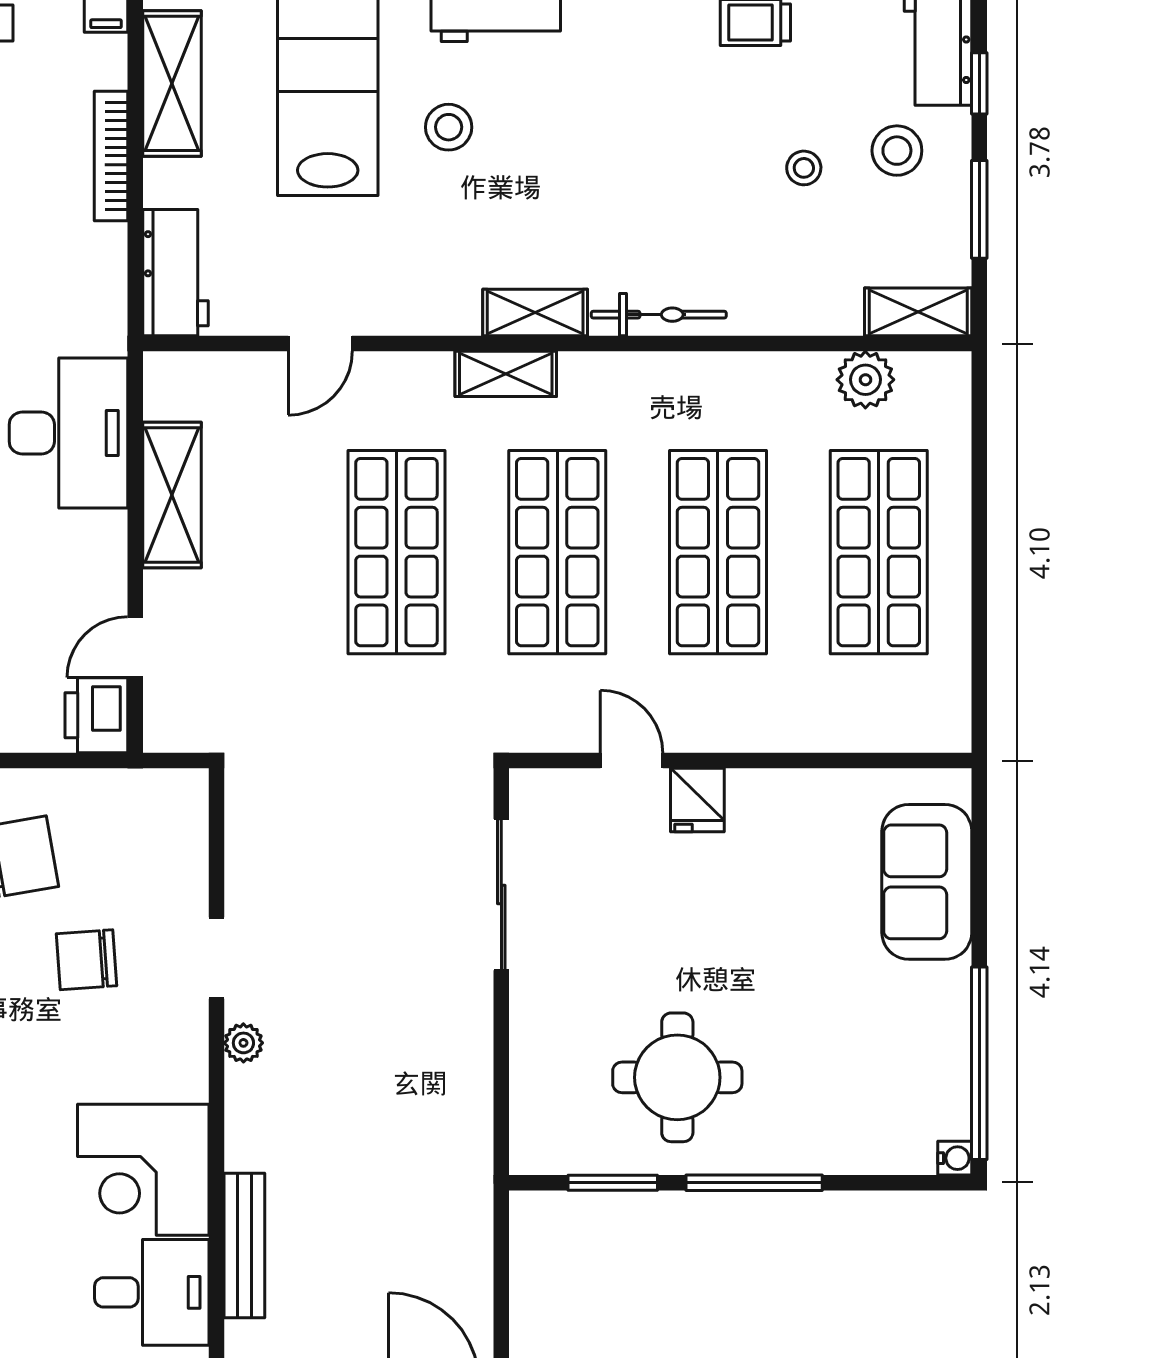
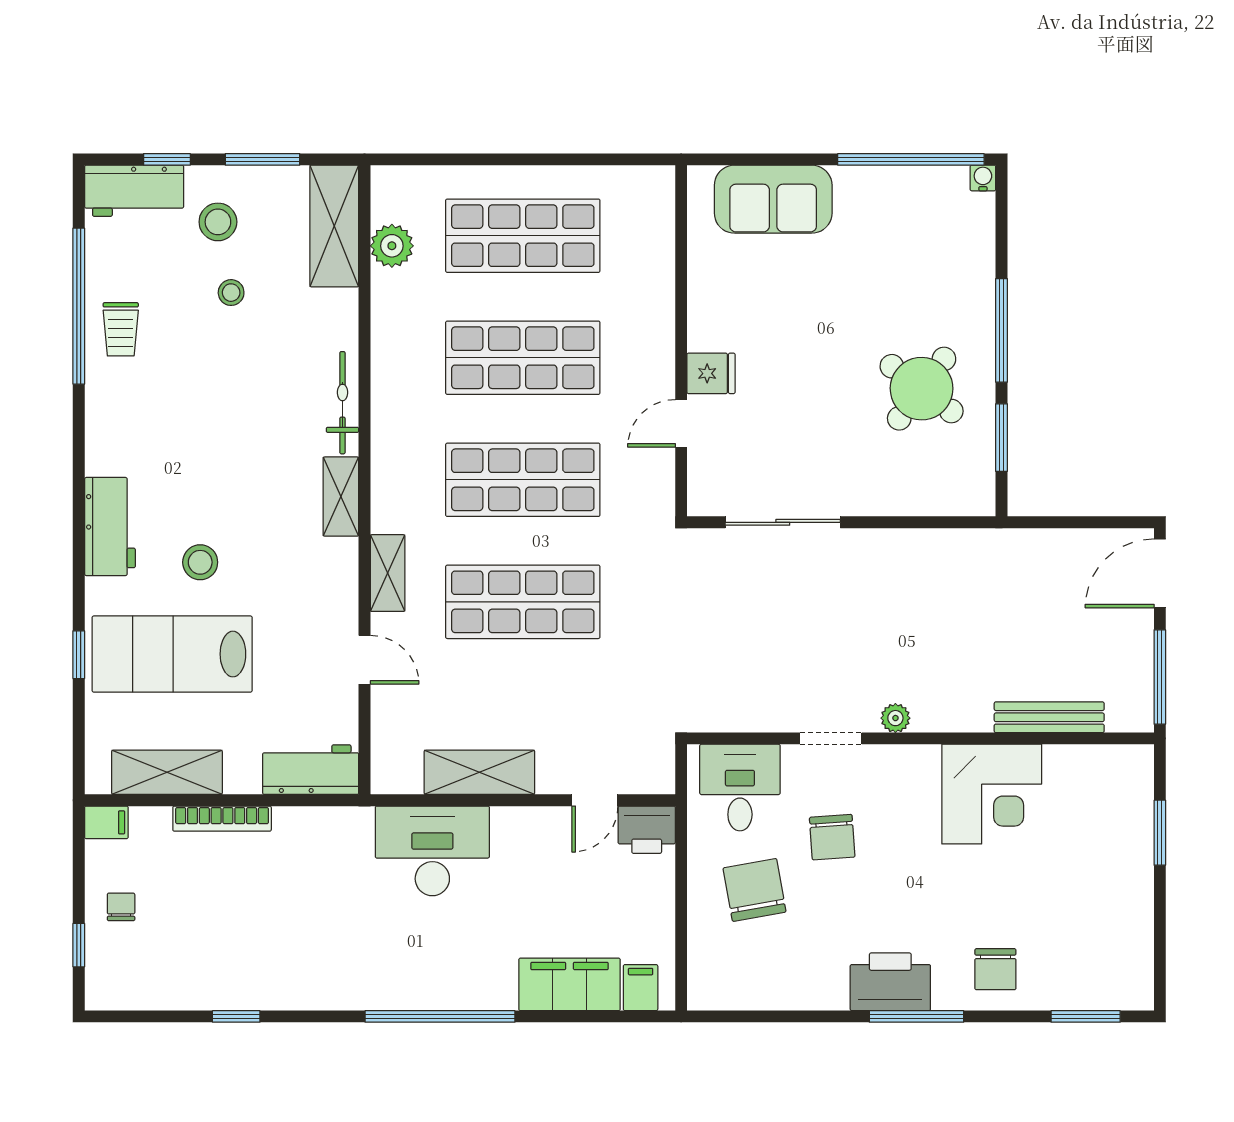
shelving: (918, 312) -> (334, 226), width x1.50, depth x1.33
shelving: (506, 374) -> (388, 573), moved
door: (135, 647) -> (595, 800), hinge flipped
round table: (677, 1077) -> (922, 389), turned 37
desk: (152, 1292) -> (740, 788), moved

